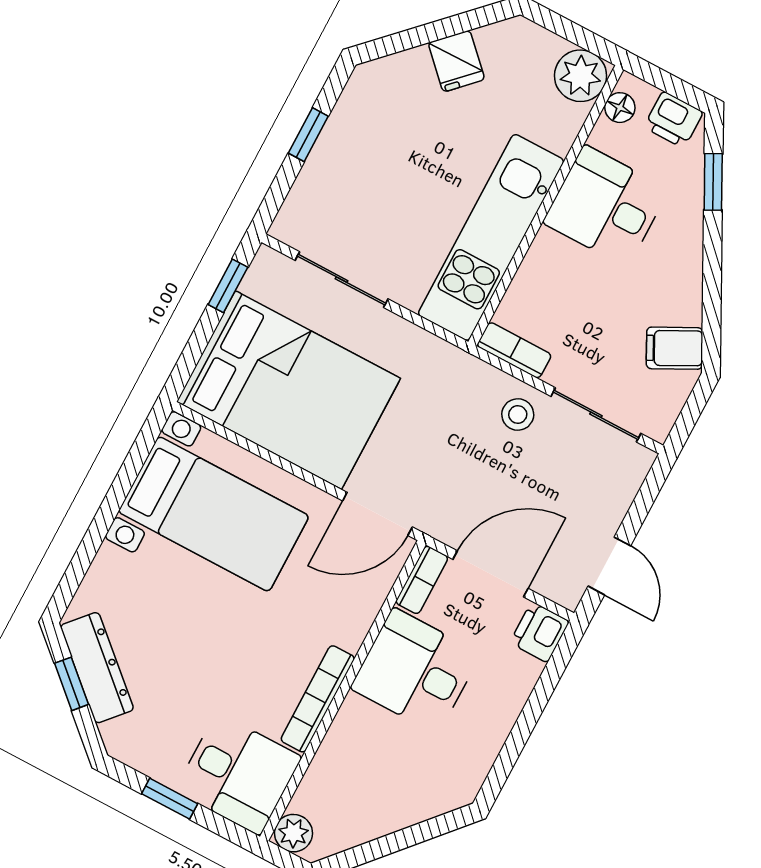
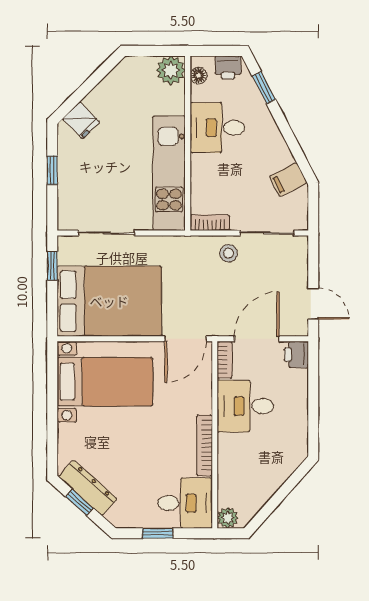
fridge: (456, 61) -> (81, 120), moved

